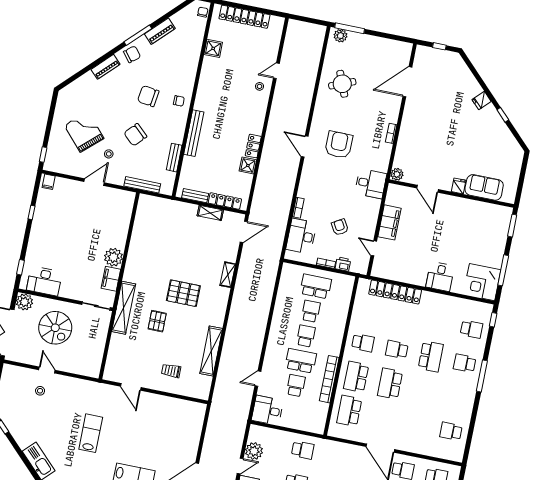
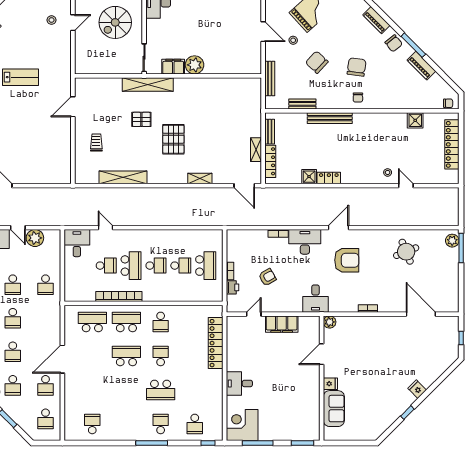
desk: (301, 236) -> (305, 242), moved

